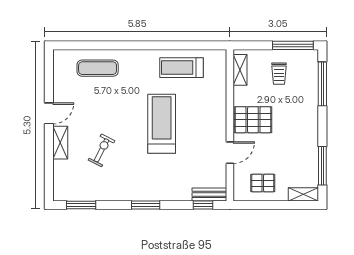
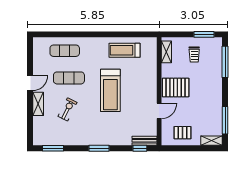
window: (293, 45) -> (204, 34), width x0.69
exercise mat: (104, 106) -> (69, 78), added
treadmill: (162, 124) -> (110, 90), turned 180

